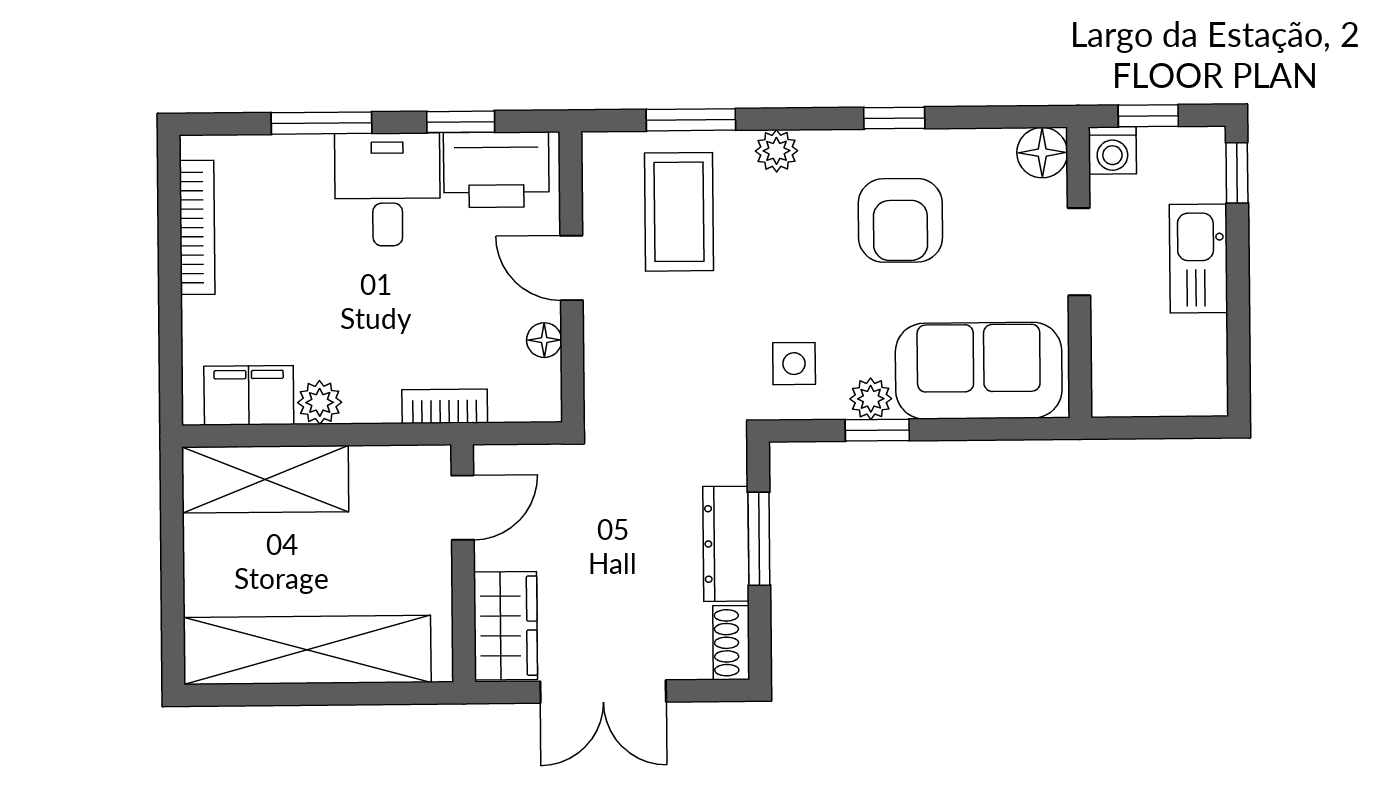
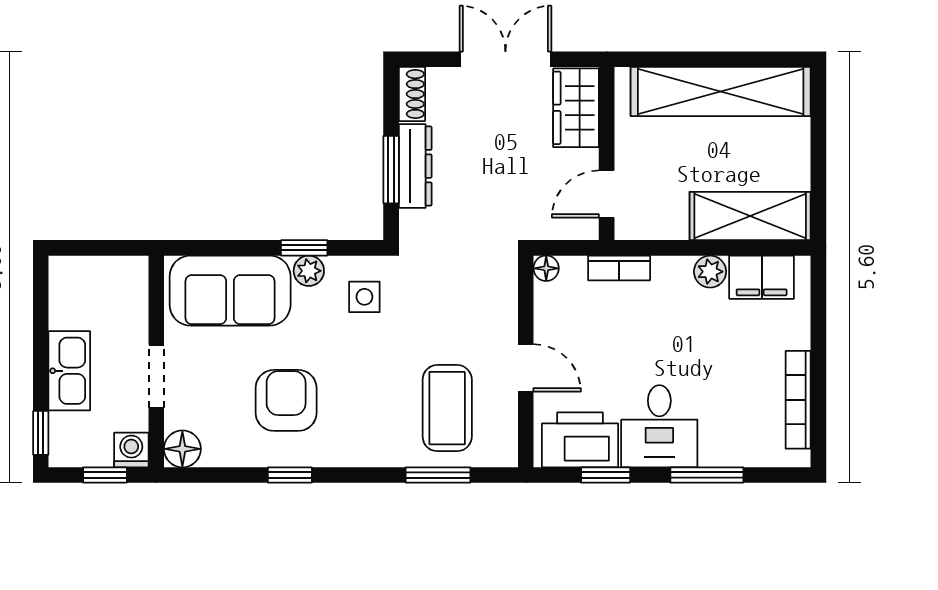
plant: (776, 151) -> (376, 452), removed
floor lamp: (544, 340) -> (546, 268), moved

